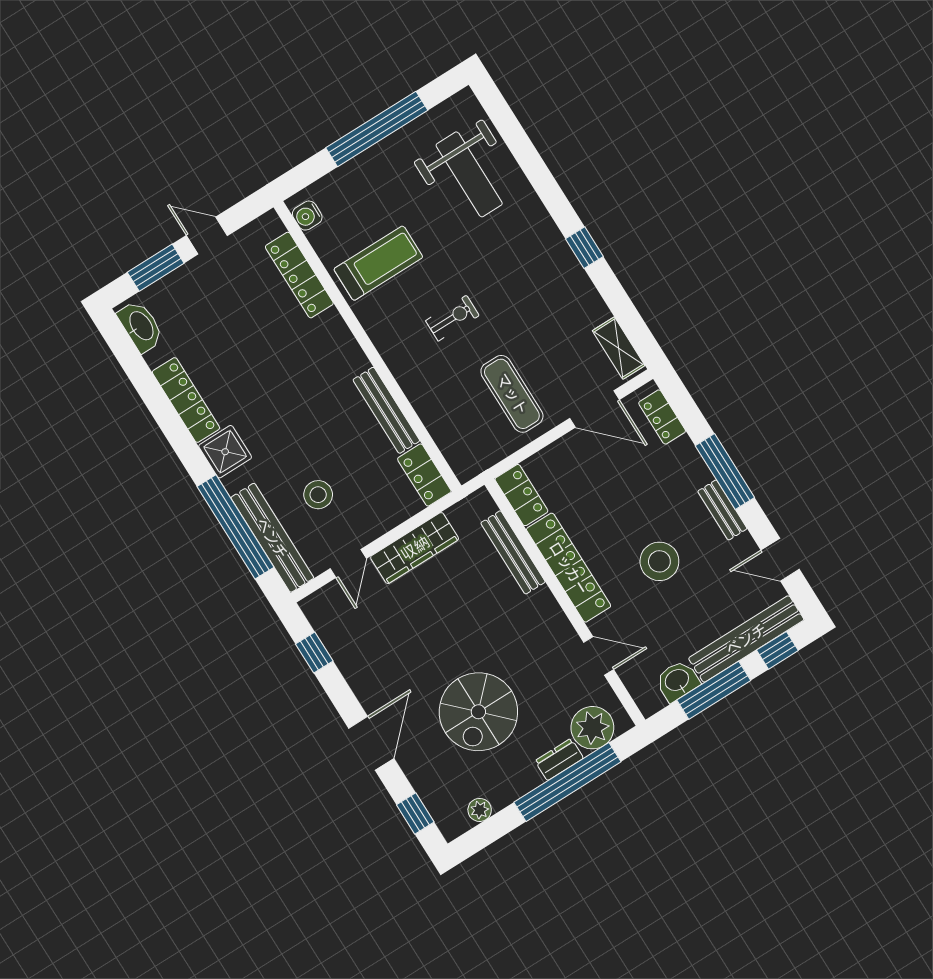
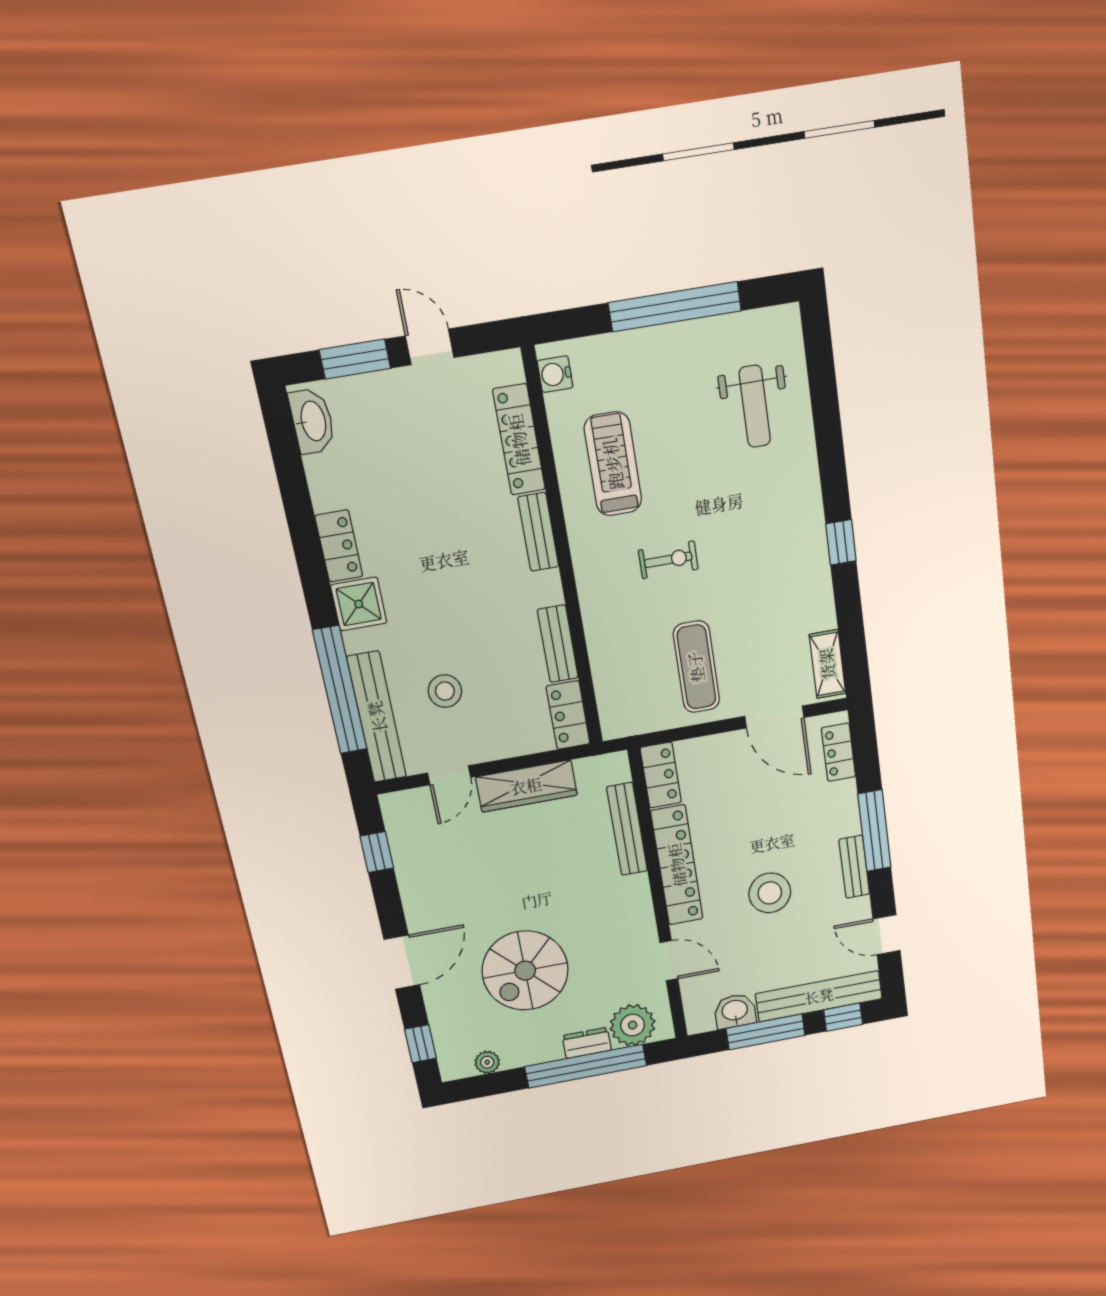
weight bench: (469, 174) -> (755, 406), width x0.73, depth x0.75
treadmill: (378, 263) -> (613, 464), turned -90
bench: (342, 339) -> (538, 532), added
locker: (186, 400) -> (339, 546), width x0.66
bench: (386, 410) -> (558, 644), width x0.73

